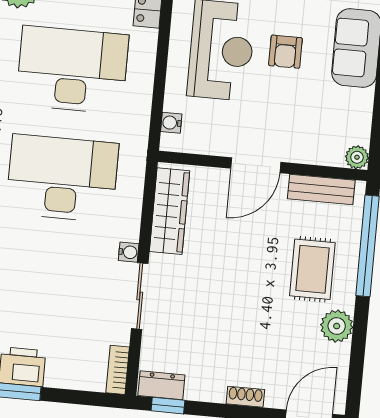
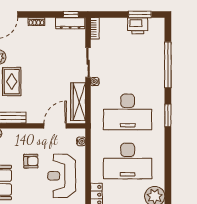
armchair: (285, 52) -> (31, 161), moved, turned 89
door: (256, 165) -> (55, 126), moved
dresser: (161, 385) -> (70, 23), width x1.44

